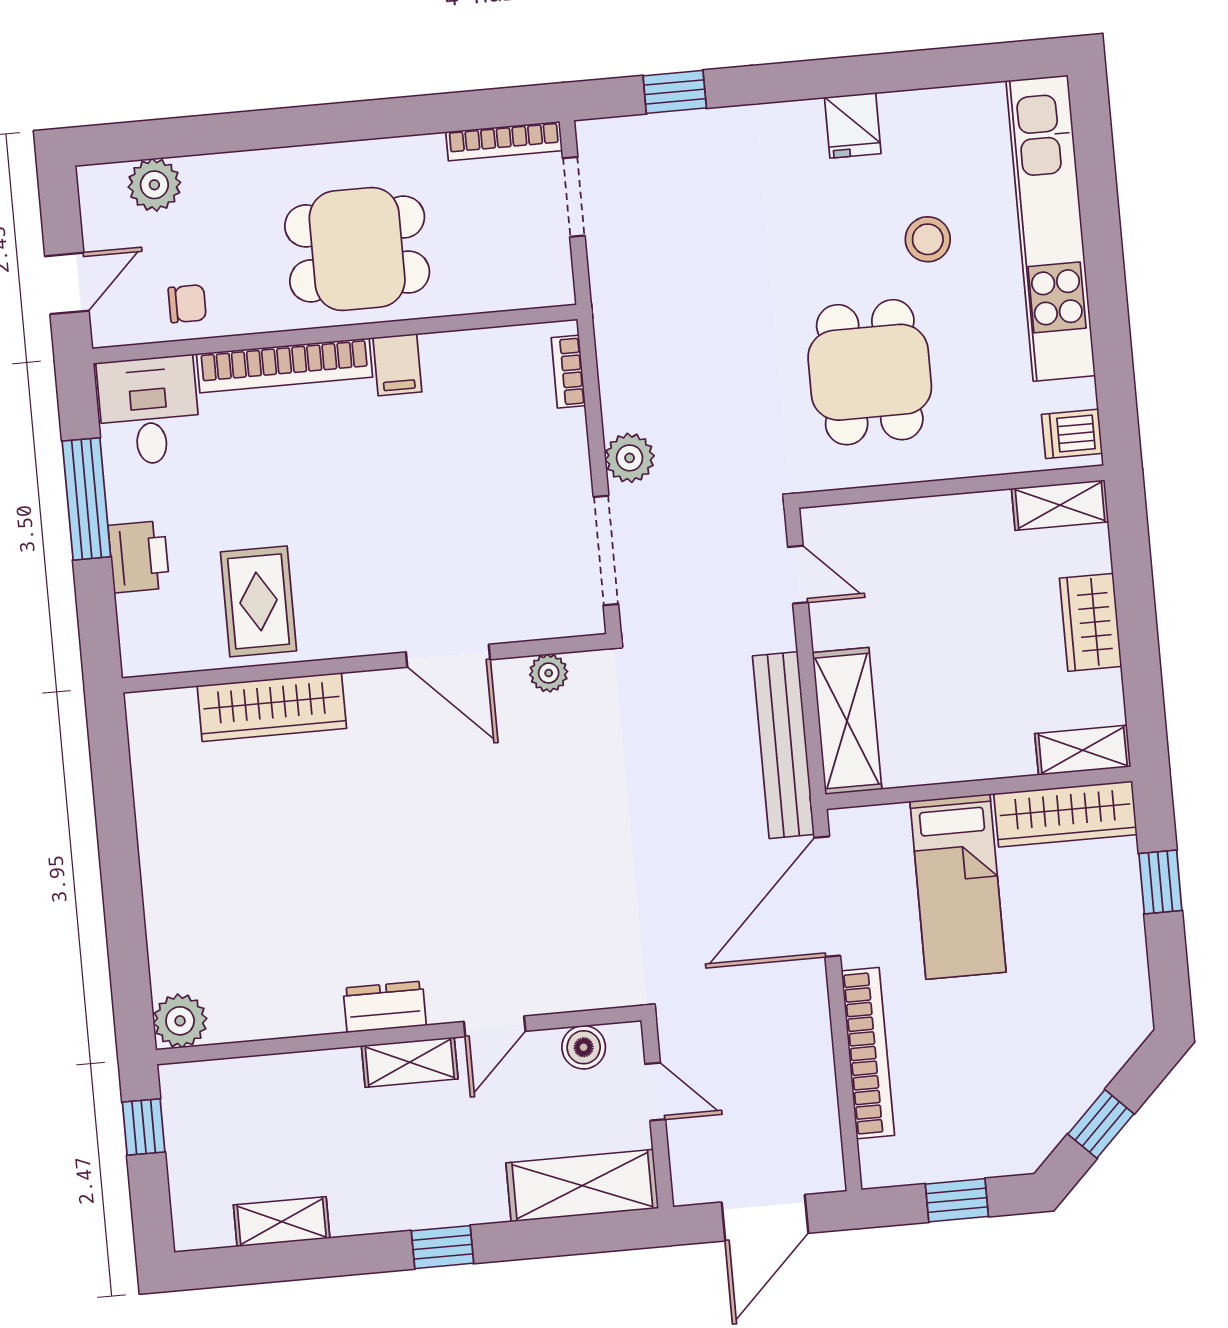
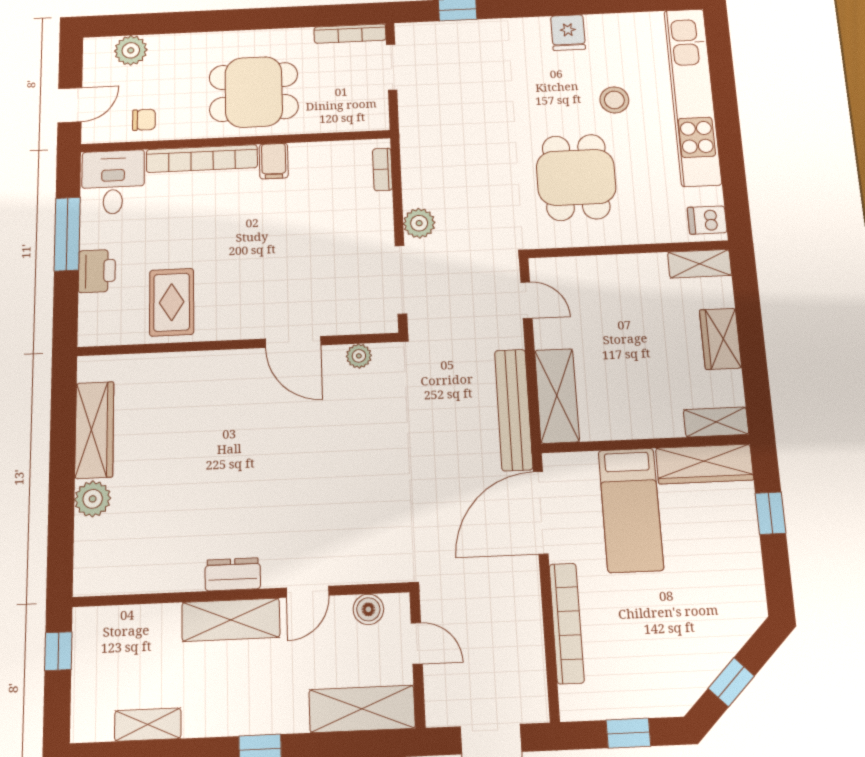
wardrobe: (272, 707) -> (94, 430), moved, turned -90
plant: (180, 1021) -> (93, 499), moved
shelving: (410, 1062) -> (231, 620), width x1.50, depth x1.33

